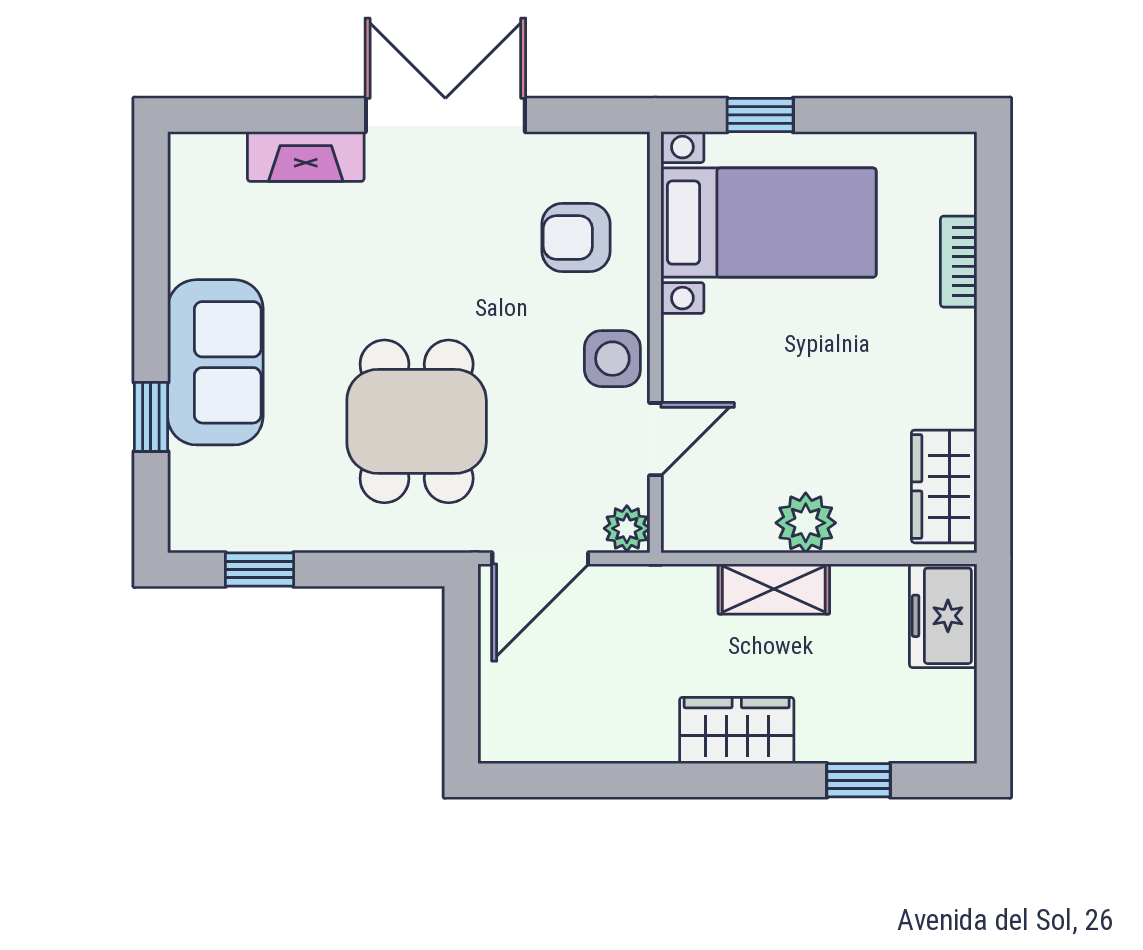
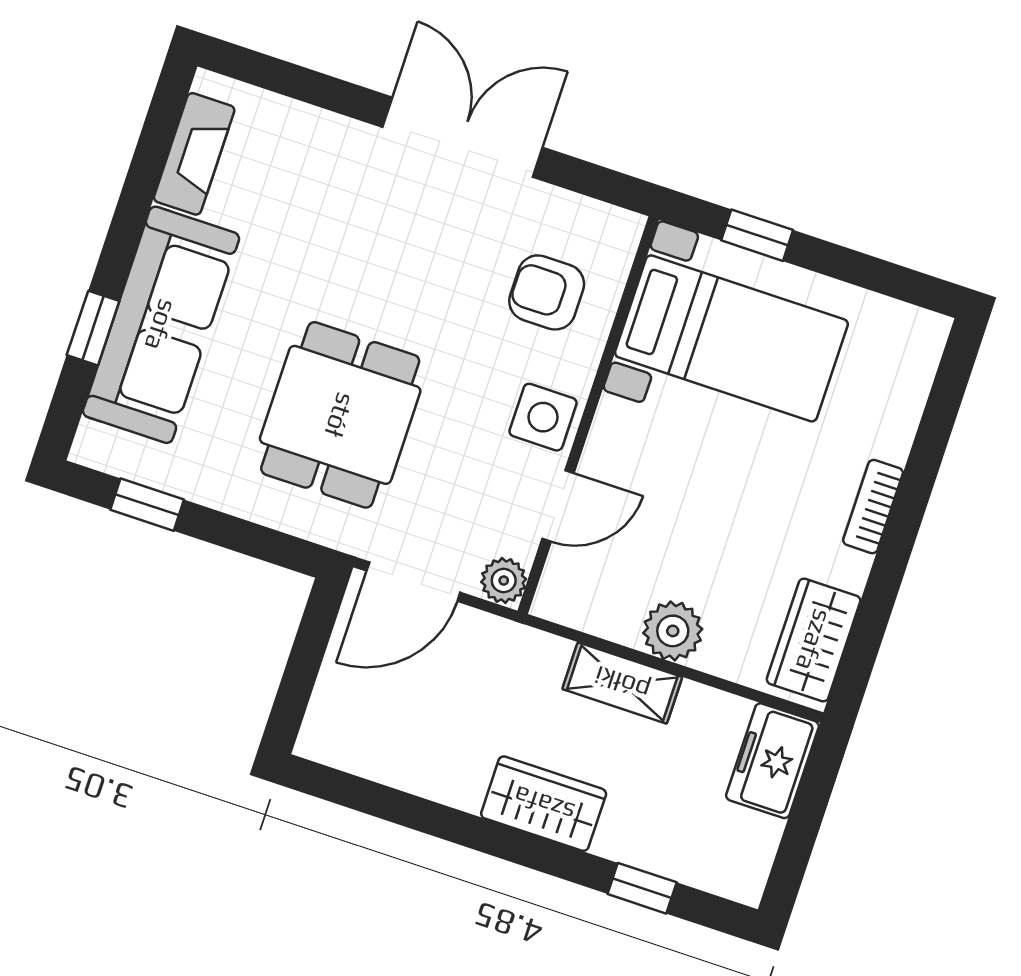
fireplace: (306, 157) -> (194, 154), moved, turned -90
bookcase: (959, 262) -> (873, 507), moved
sofa: (215, 362) -> (161, 325), width x1.36

